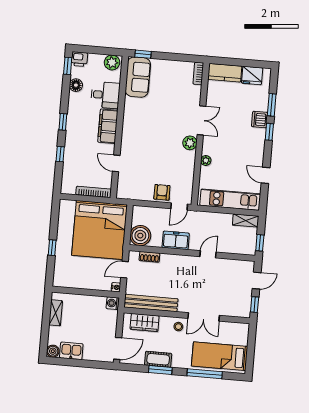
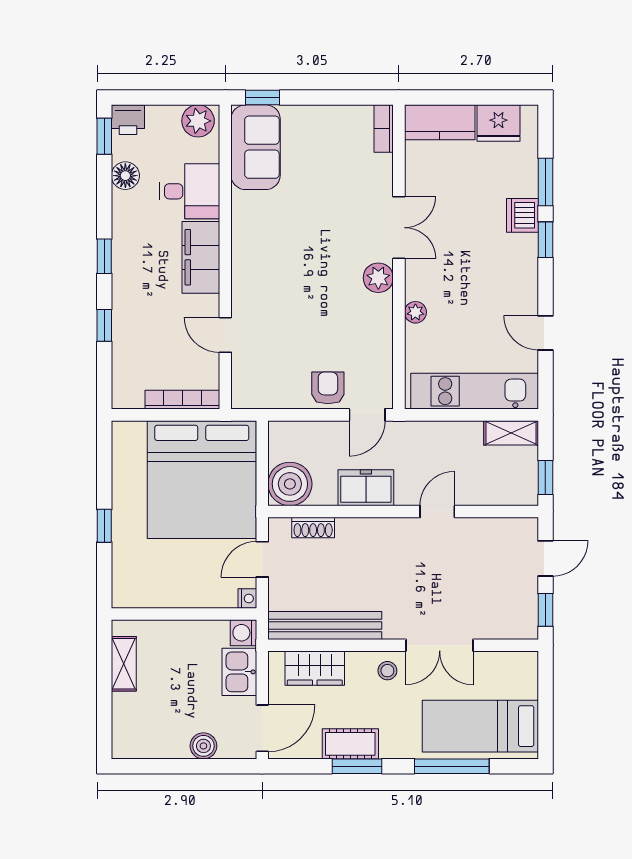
boiler: (53, 351) -> (203, 746), moved
kitchen sink: (71, 351) -> (239, 672), moved, turned -90

